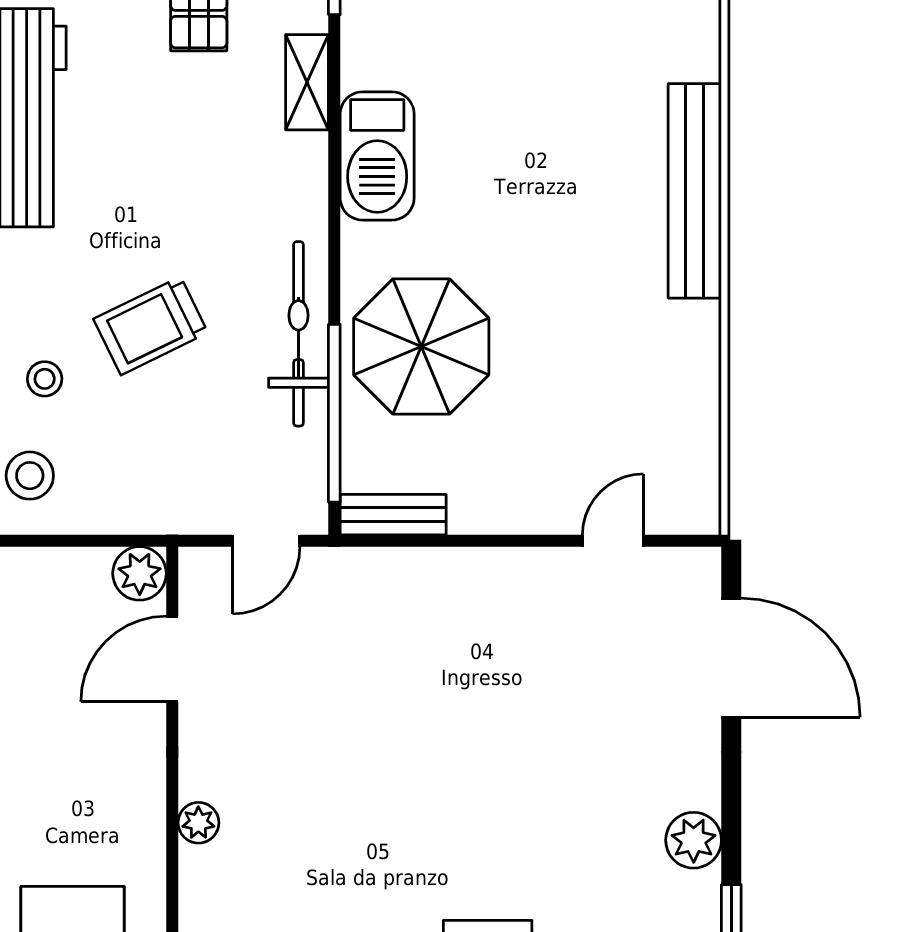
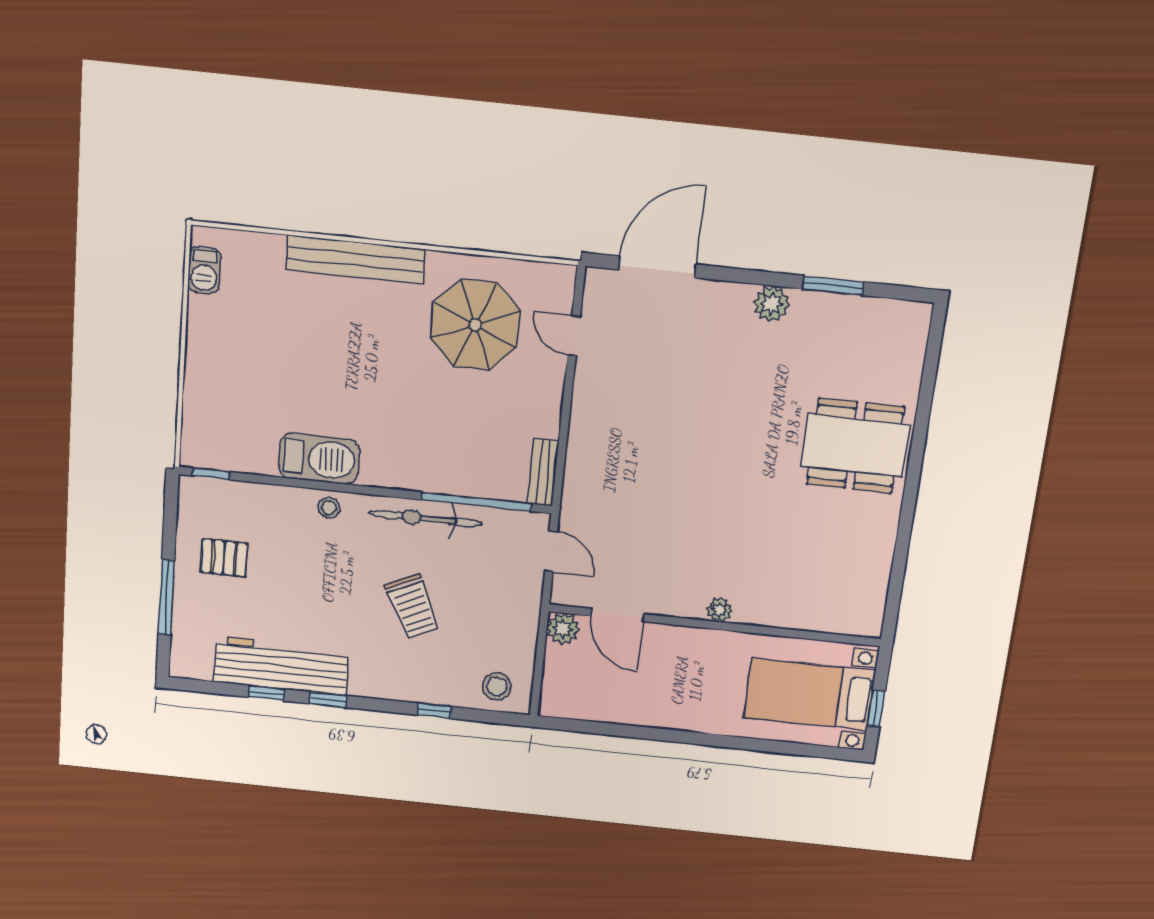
shelving: (307, 82) -> (270, 497), removed
parasol: (421, 346) -> (475, 325), moved
stool: (45, 379) -> (329, 508), moved

